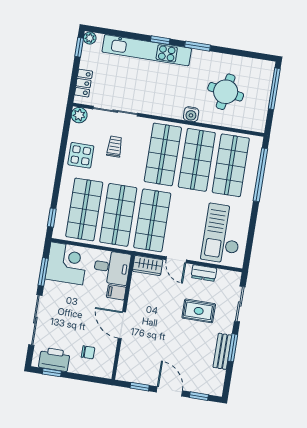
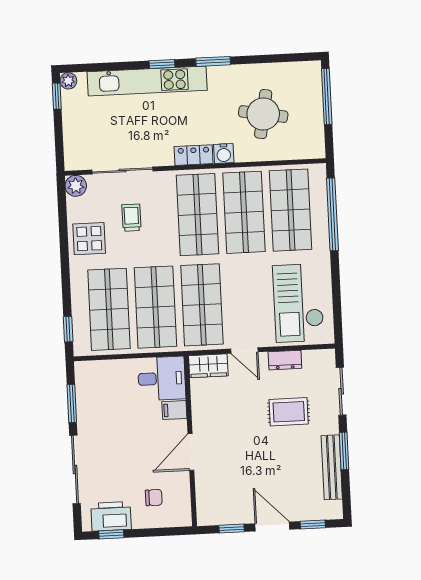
locker: (84, 83) -> (194, 155), moved, turned -90
corner desk: (67, 263) -> (101, 386), removed
door: (122, 325) -> (191, 452), hinge flipped
bench: (222, 351) -> (332, 467), width x1.36

